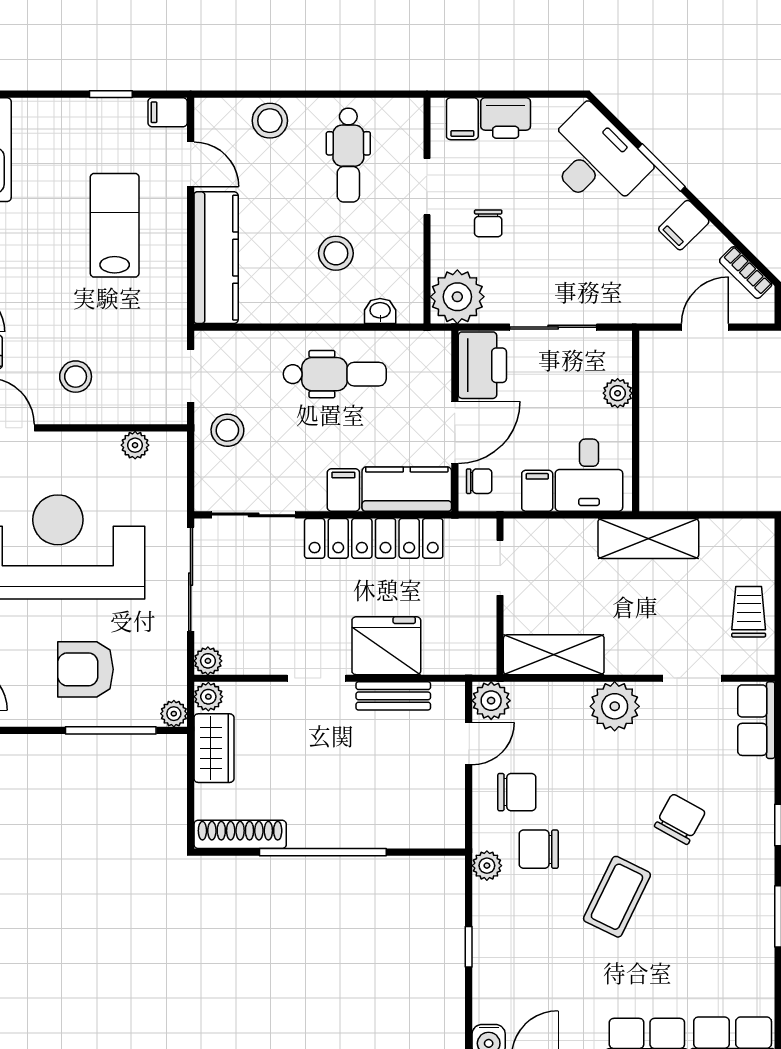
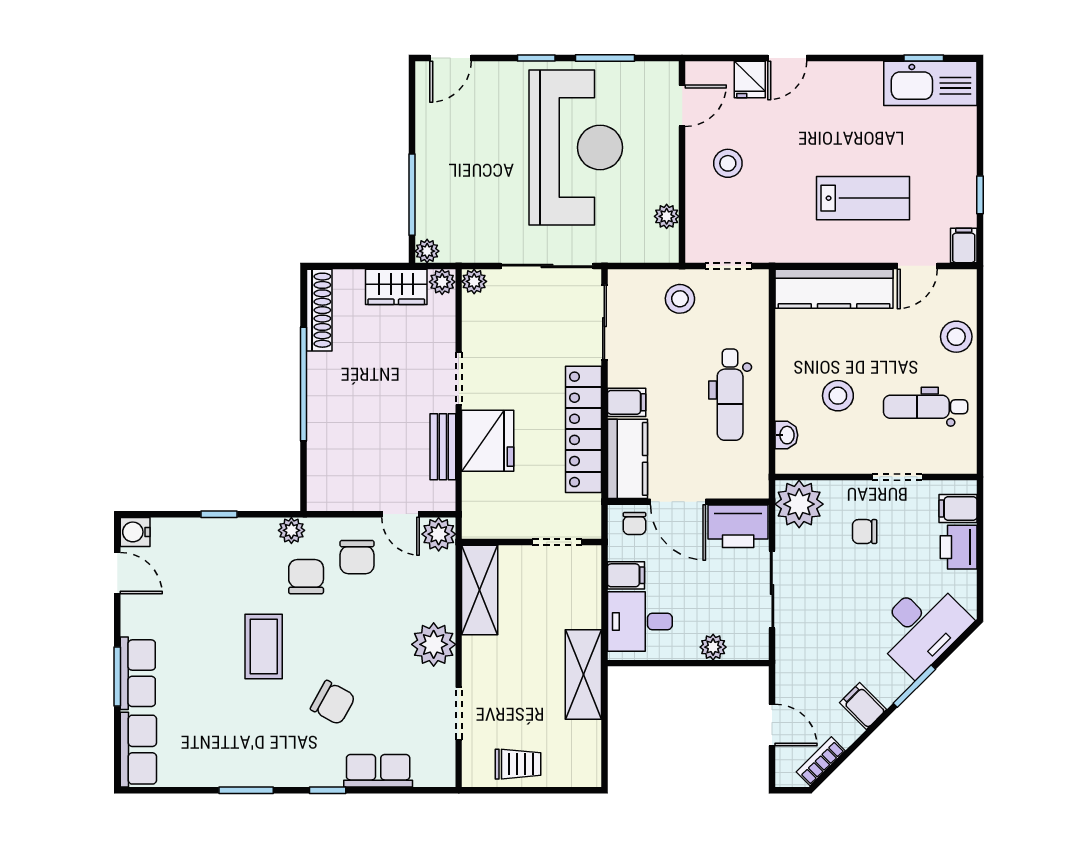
armchair: (86, 669) -> (467, 172), removed
row of seats: (756, 720) -> (378, 771), moved
coffee table: (617, 897) -> (264, 646), turned 64

